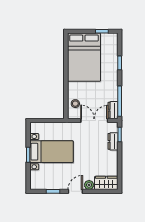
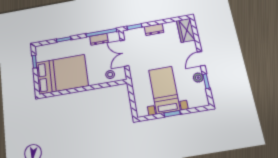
dresser: (113, 110) -> (99, 39), moved
dresser: (113, 141) -> (154, 30), moved
plant: (89, 185) -> (198, 78), moved
door: (75, 191) -> (201, 59), hinge flipped

